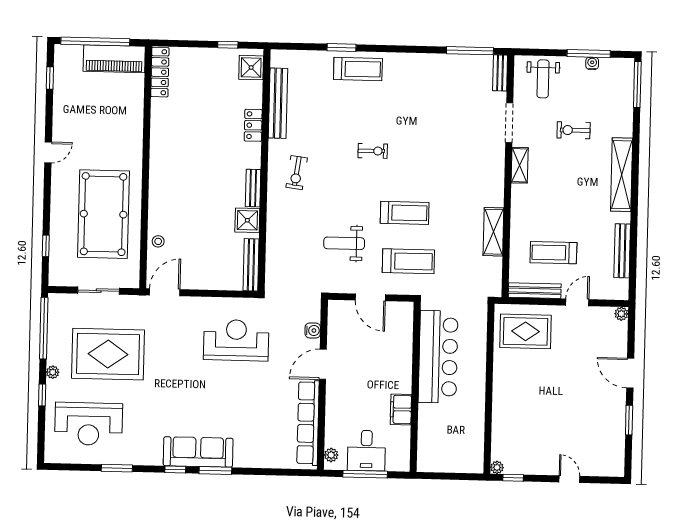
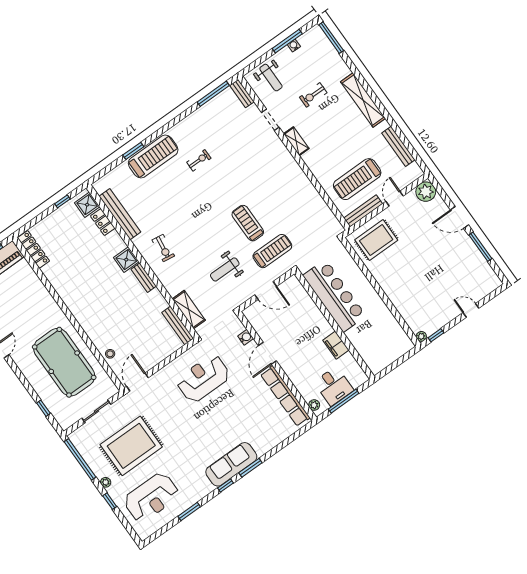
treadmill: (358, 69) -> (153, 157), width x1.37, depth x1.38
doorway: (509, 123) -> (270, 120), width x0.73
locker: (253, 125) -> (103, 222), moved
exercise bike: (373, 151) -> (199, 160), moved
treadmill: (405, 213) -> (248, 223), turned -90
shower: (247, 220) -> (126, 260), moved
shelving: (493, 232) -> (189, 310), moved
treadmill: (553, 253) -> (357, 179), width x1.37, depth x1.38
plant: (621, 314) -> (426, 192), width x1.88, depth x1.88
window: (629, 420) -> (480, 247), width x1.44

